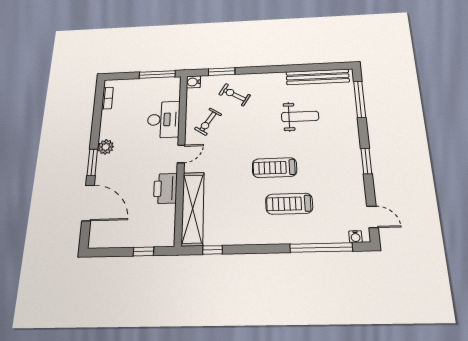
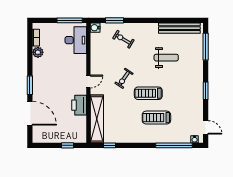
desk: (164, 120) -> (76, 40), moved
exercise bike: (208, 122) -> (124, 78), moved
plant: (106, 147) -> (38, 52), moved

